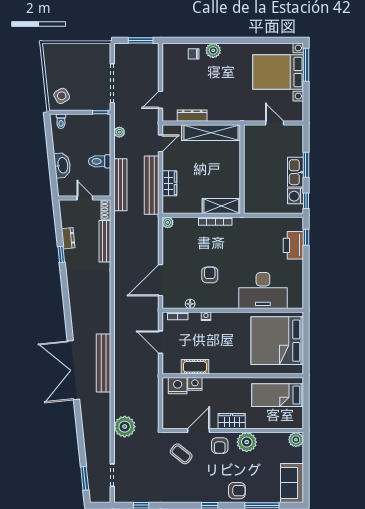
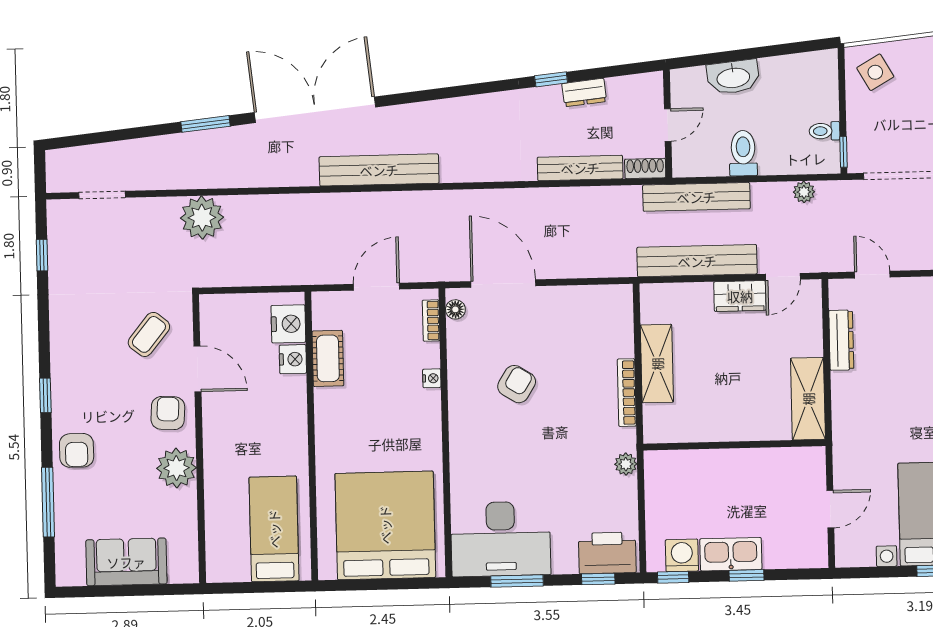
toilet: (61, 121) -> (825, 131), moved
shelving: (211, 133) -> (808, 399), width x0.68
door: (160, 143) -> (783, 277), hinge flipped
window: (306, 165) -> (747, 575), width x0.67
wardrobe: (169, 183) -> (740, 296), moved
shelving: (221, 206) -> (657, 364), moved
plant: (168, 222) -> (626, 464), moved
printer: (293, 245) -> (607, 553), moved
armchair: (210, 275) -> (517, 384), turned -58
window: (306, 277) -> (517, 581), added
desk: (263, 291) -> (501, 539), moved, turned -90
floor lamp: (190, 304) -> (455, 309), moved
bench: (104, 363) -> (379, 170), moved
wardrobe: (232, 421) -> (218, 436), removed
plant: (296, 440) -> (184, 569), removed
armchair: (220, 446) -> (168, 413), turned 93
window: (85, 478) -> (206, 124), moved
sofa: (292, 483) -> (126, 562), moved

